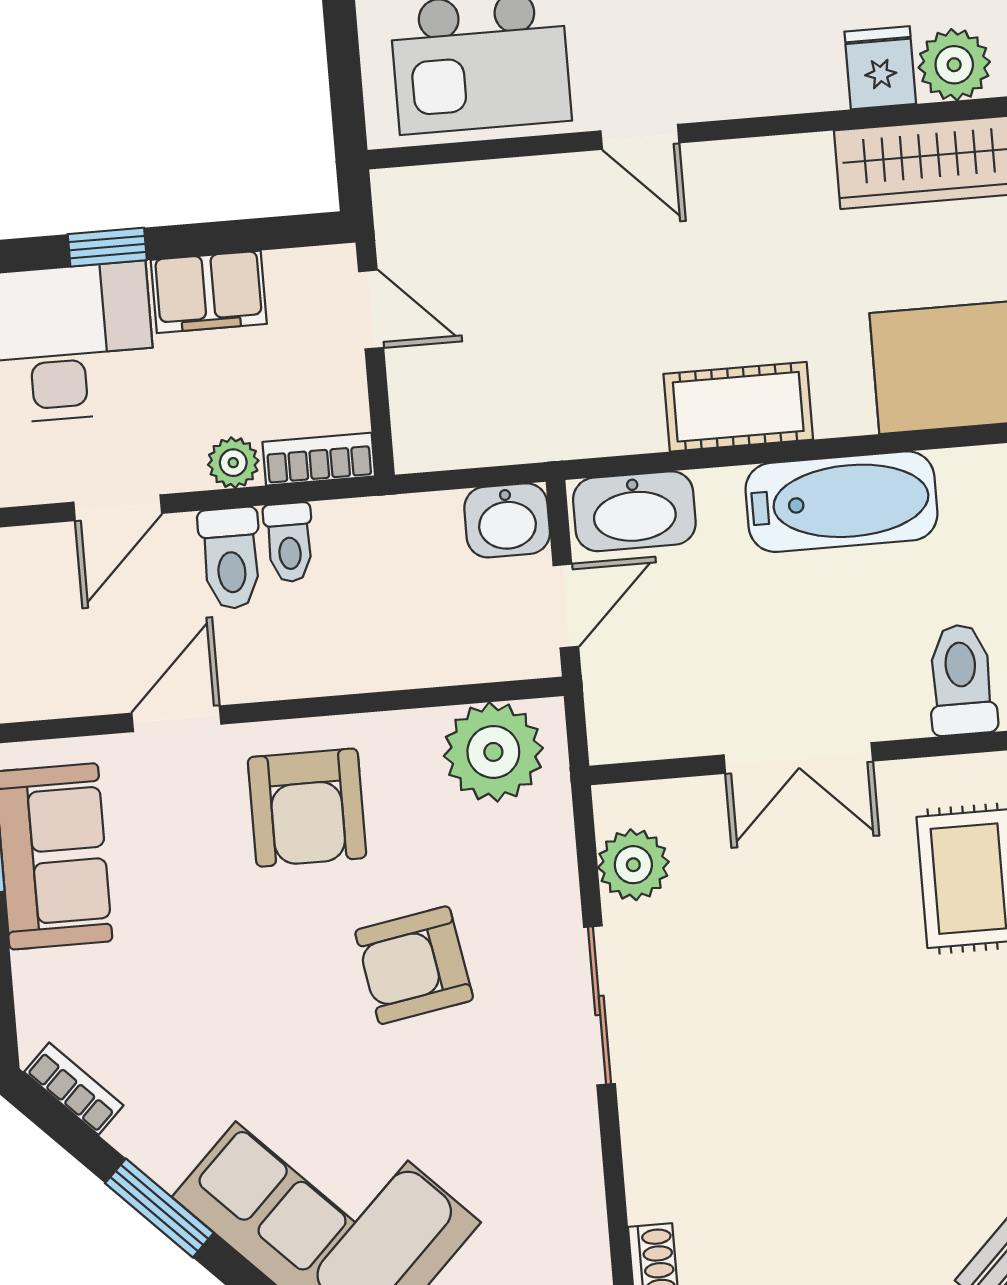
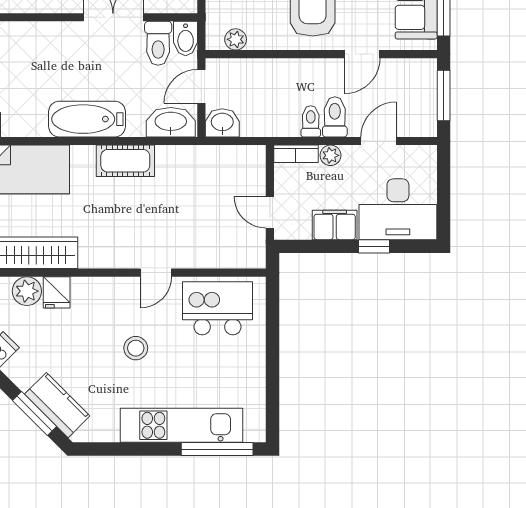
door: (640, 137) -> (156, 273), swing flipped
toilet: (962, 680) -> (158, 43), moved
bidet: (615, 721) -> (186, 39), added
plant: (493, 752) -> (236, 39), width x0.53, depth x0.53

